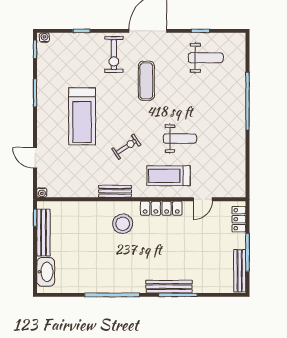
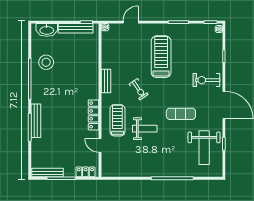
weight bench: (206, 58) -> (204, 148), width x1.36, depth x1.33
exercise mat: (146, 81) -> (181, 114), moved
treadmill: (82, 116) -> (161, 57), turned 90
weight bench: (180, 139) -> (145, 129), turned -90
stool: (123, 224) -> (46, 62), moved

